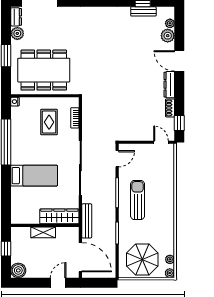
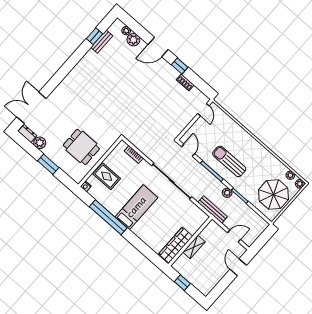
dining table: (44, 70) -> (81, 147), width x0.53, depth x0.80
dresser: (169, 85) -> (168, 69), removed
rug: (49, 122) -> (107, 176), moved
window: (179, 123) -> (180, 66), moved
door: (161, 142) -> (203, 110), swing flipped
bed: (34, 176) -> (136, 207), moved
wardrobe: (59, 216) -> (176, 245), moved
plant: (111, 221) -> (227, 193), added
door: (80, 257) -> (234, 236), width x0.53
boiler: (18, 270) -> (205, 287), removed

